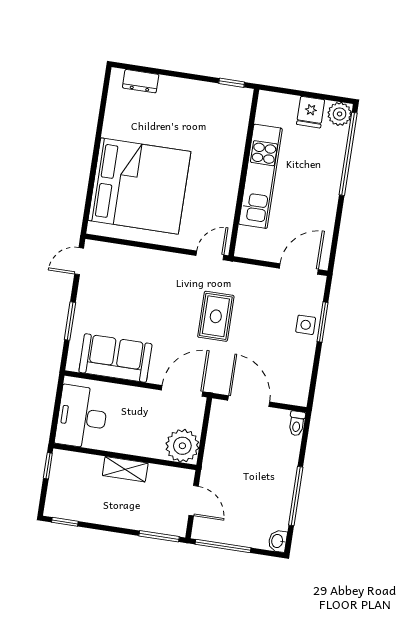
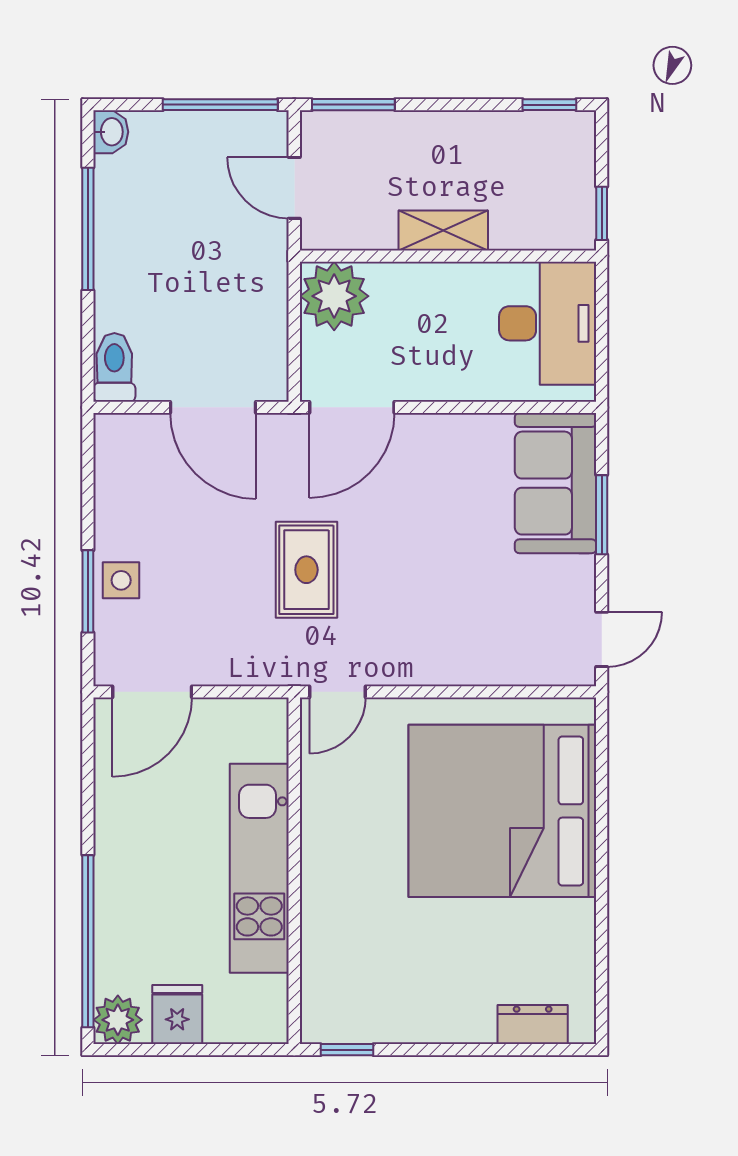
sofa: (115, 358) -> (556, 483), moved, turned 90
toilet: (297, 423) -> (114, 367), width x1.37, depth x1.39

